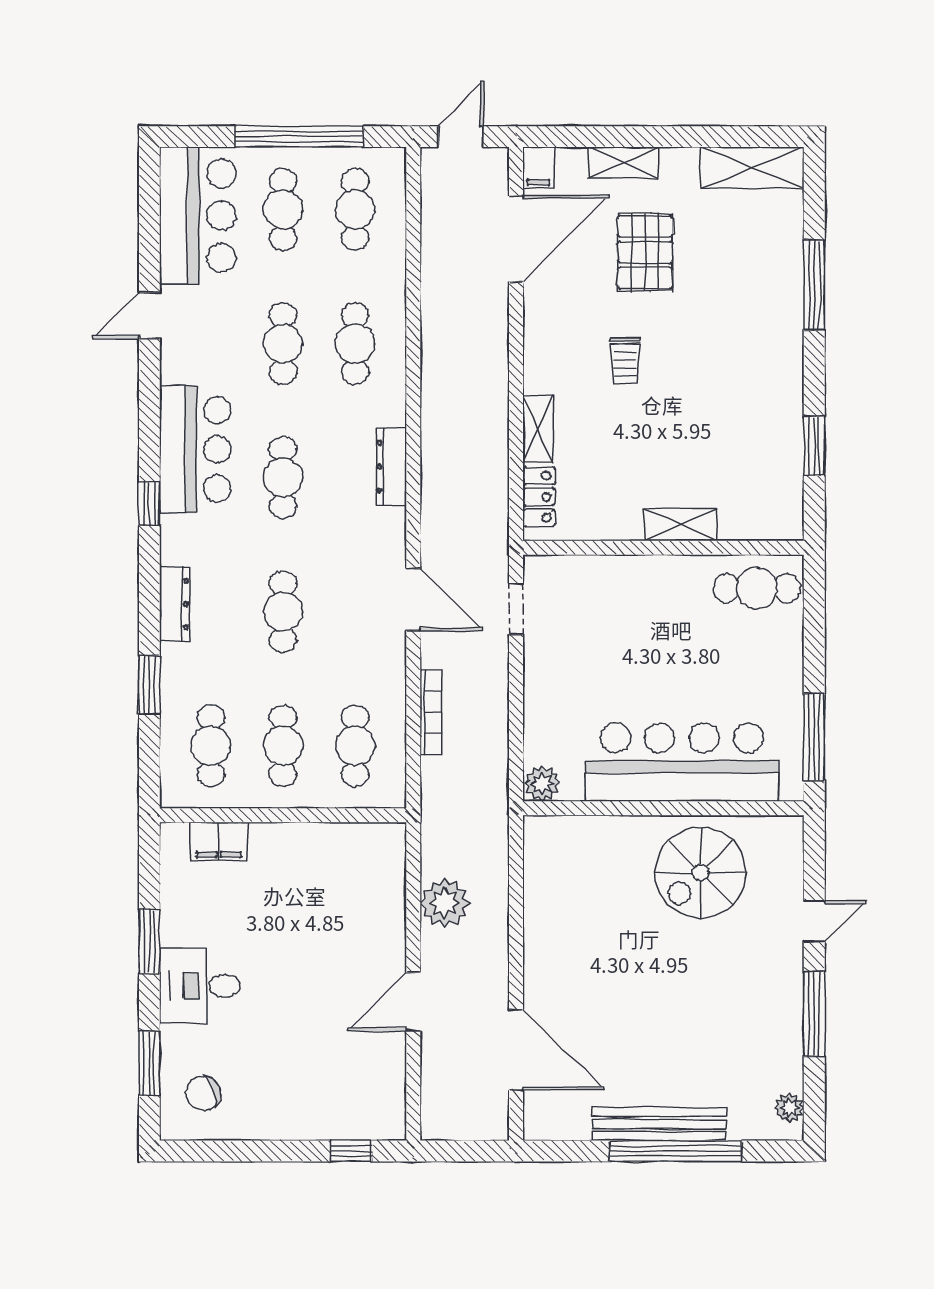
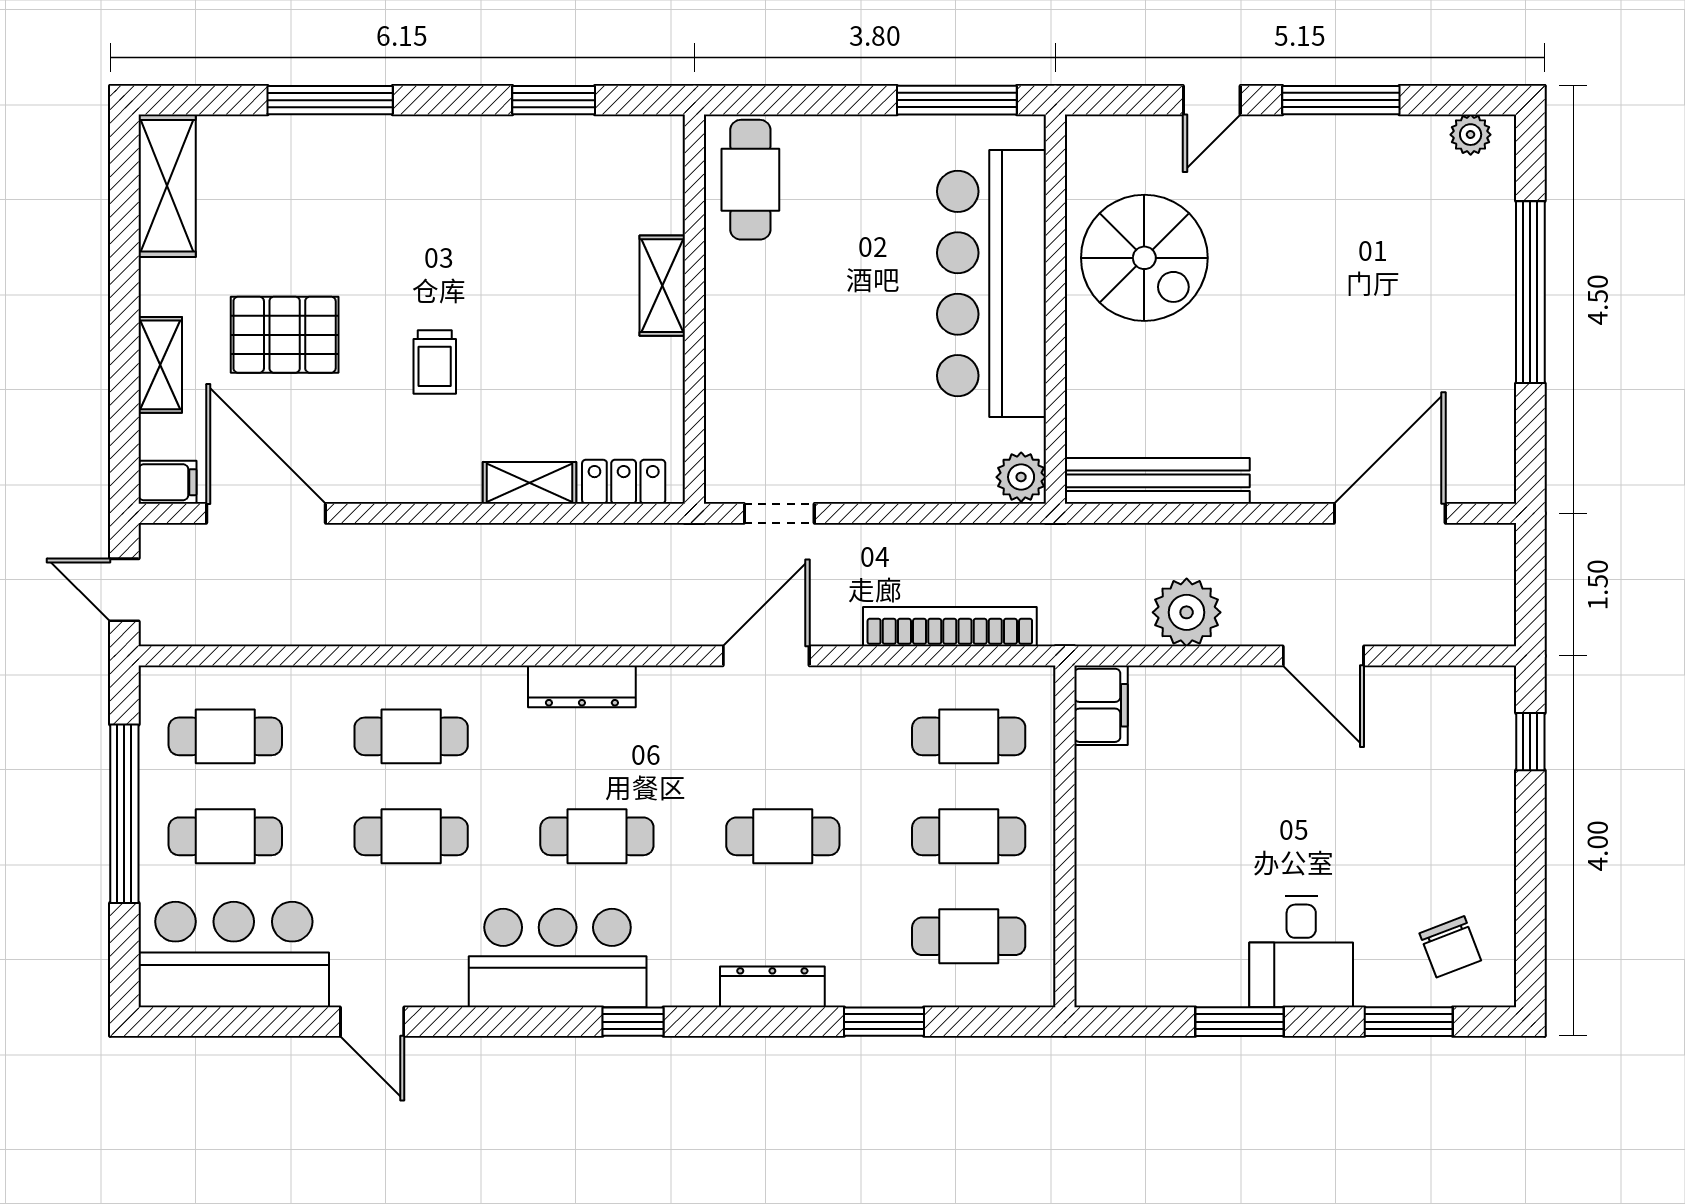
trolley: (625, 360) -> (435, 362), turned 90
bookcase: (431, 712) -> (950, 627), width x1.48, depth x1.31
filing cabinet: (219, 841) -> (1101, 705), moved
door: (814, 921) -> (1212, 100), swing flipped
bench: (659, 1124) -> (1157, 481), moved, turned 90

